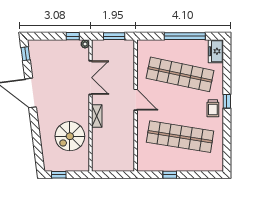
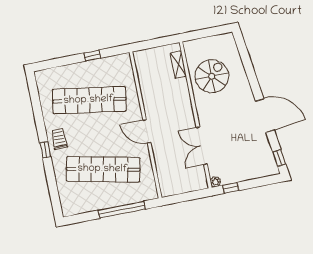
window: (114, 36) -> (185, 197), removed
window: (185, 36) -> (122, 210), moved
freezer: (216, 51) -> (69, 203), removed
shelving: (97, 116) -> (178, 65), moved
window: (59, 175) -> (216, 31), removed

